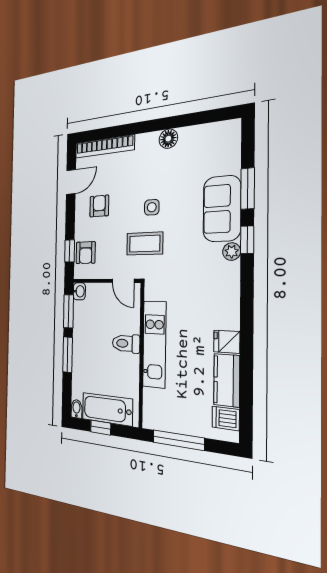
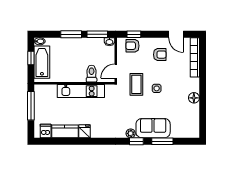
toilet: (126, 343) -> (92, 74), moved

